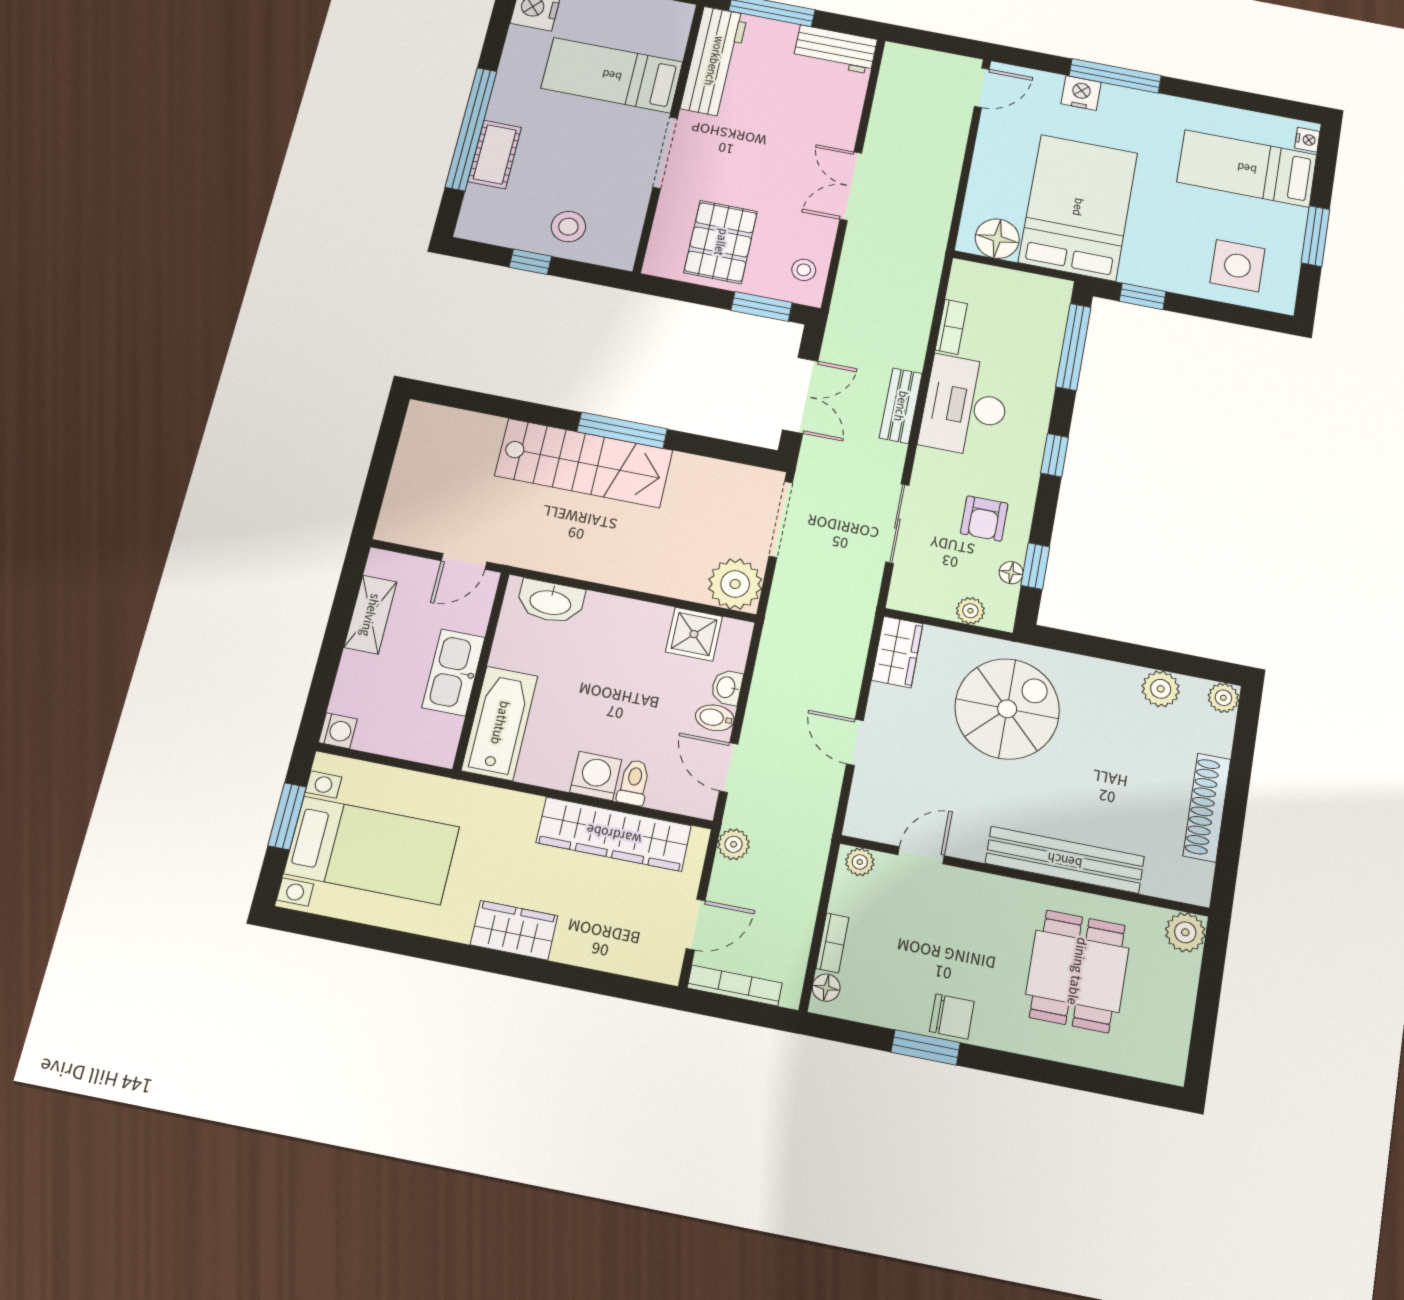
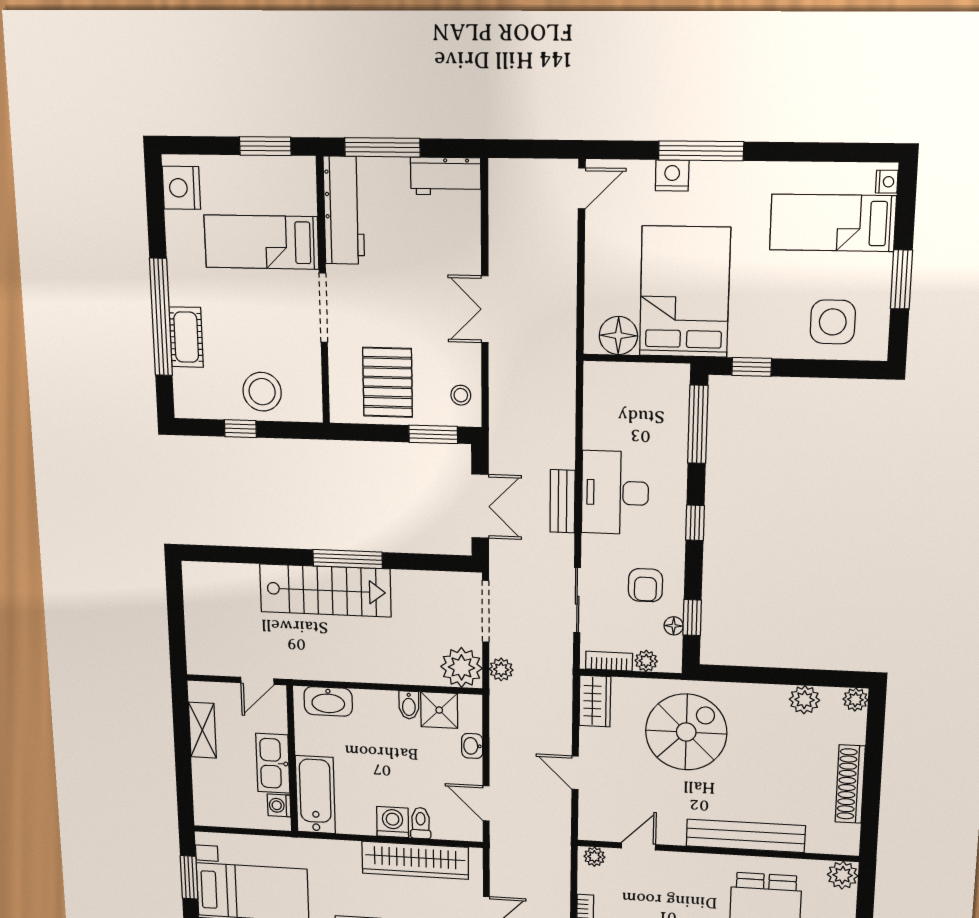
stool: (568, 227) -> (262, 392), width x1.38, depth x1.38
bookcase: (951, 327) -> (609, 661), moved, turned -90
bidet: (715, 718) -> (409, 705), moved, turned -90
washing machine: (338, 731) -> (279, 805), moved, turned 180
plant: (734, 844) -> (501, 669), moved

